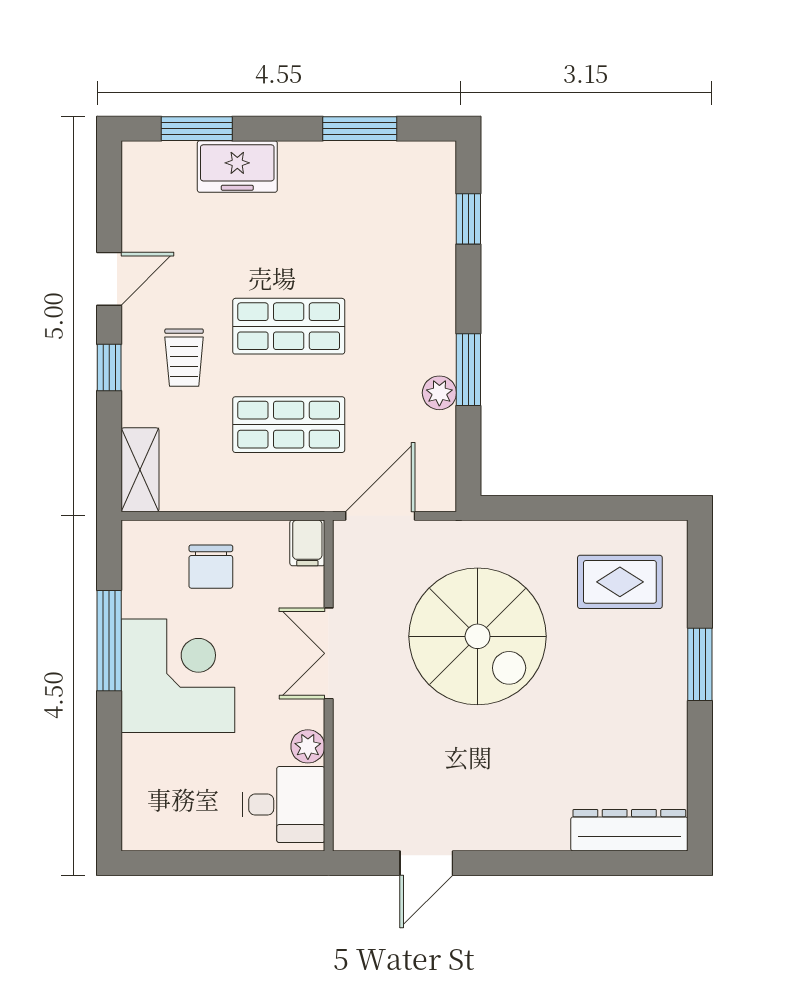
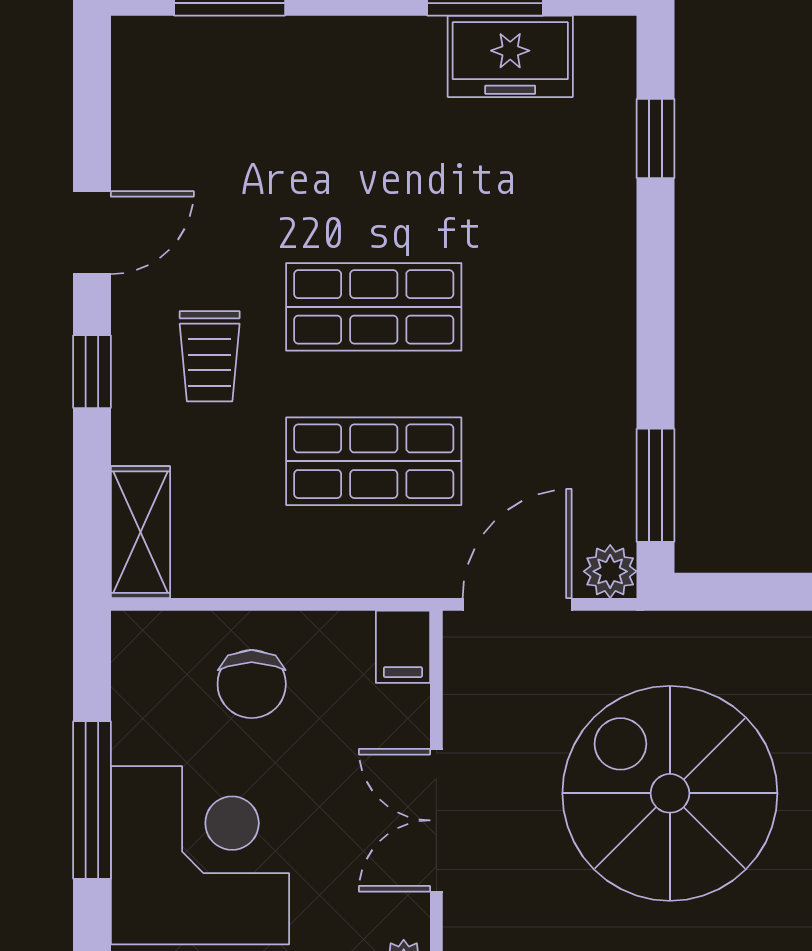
freezer: (237, 166) -> (510, 56), moved
window: (468, 370) -> (656, 485), moved
plant: (439, 393) -> (610, 571), moved
spiral stairs: (478, 636) -> (670, 793), turned 180

